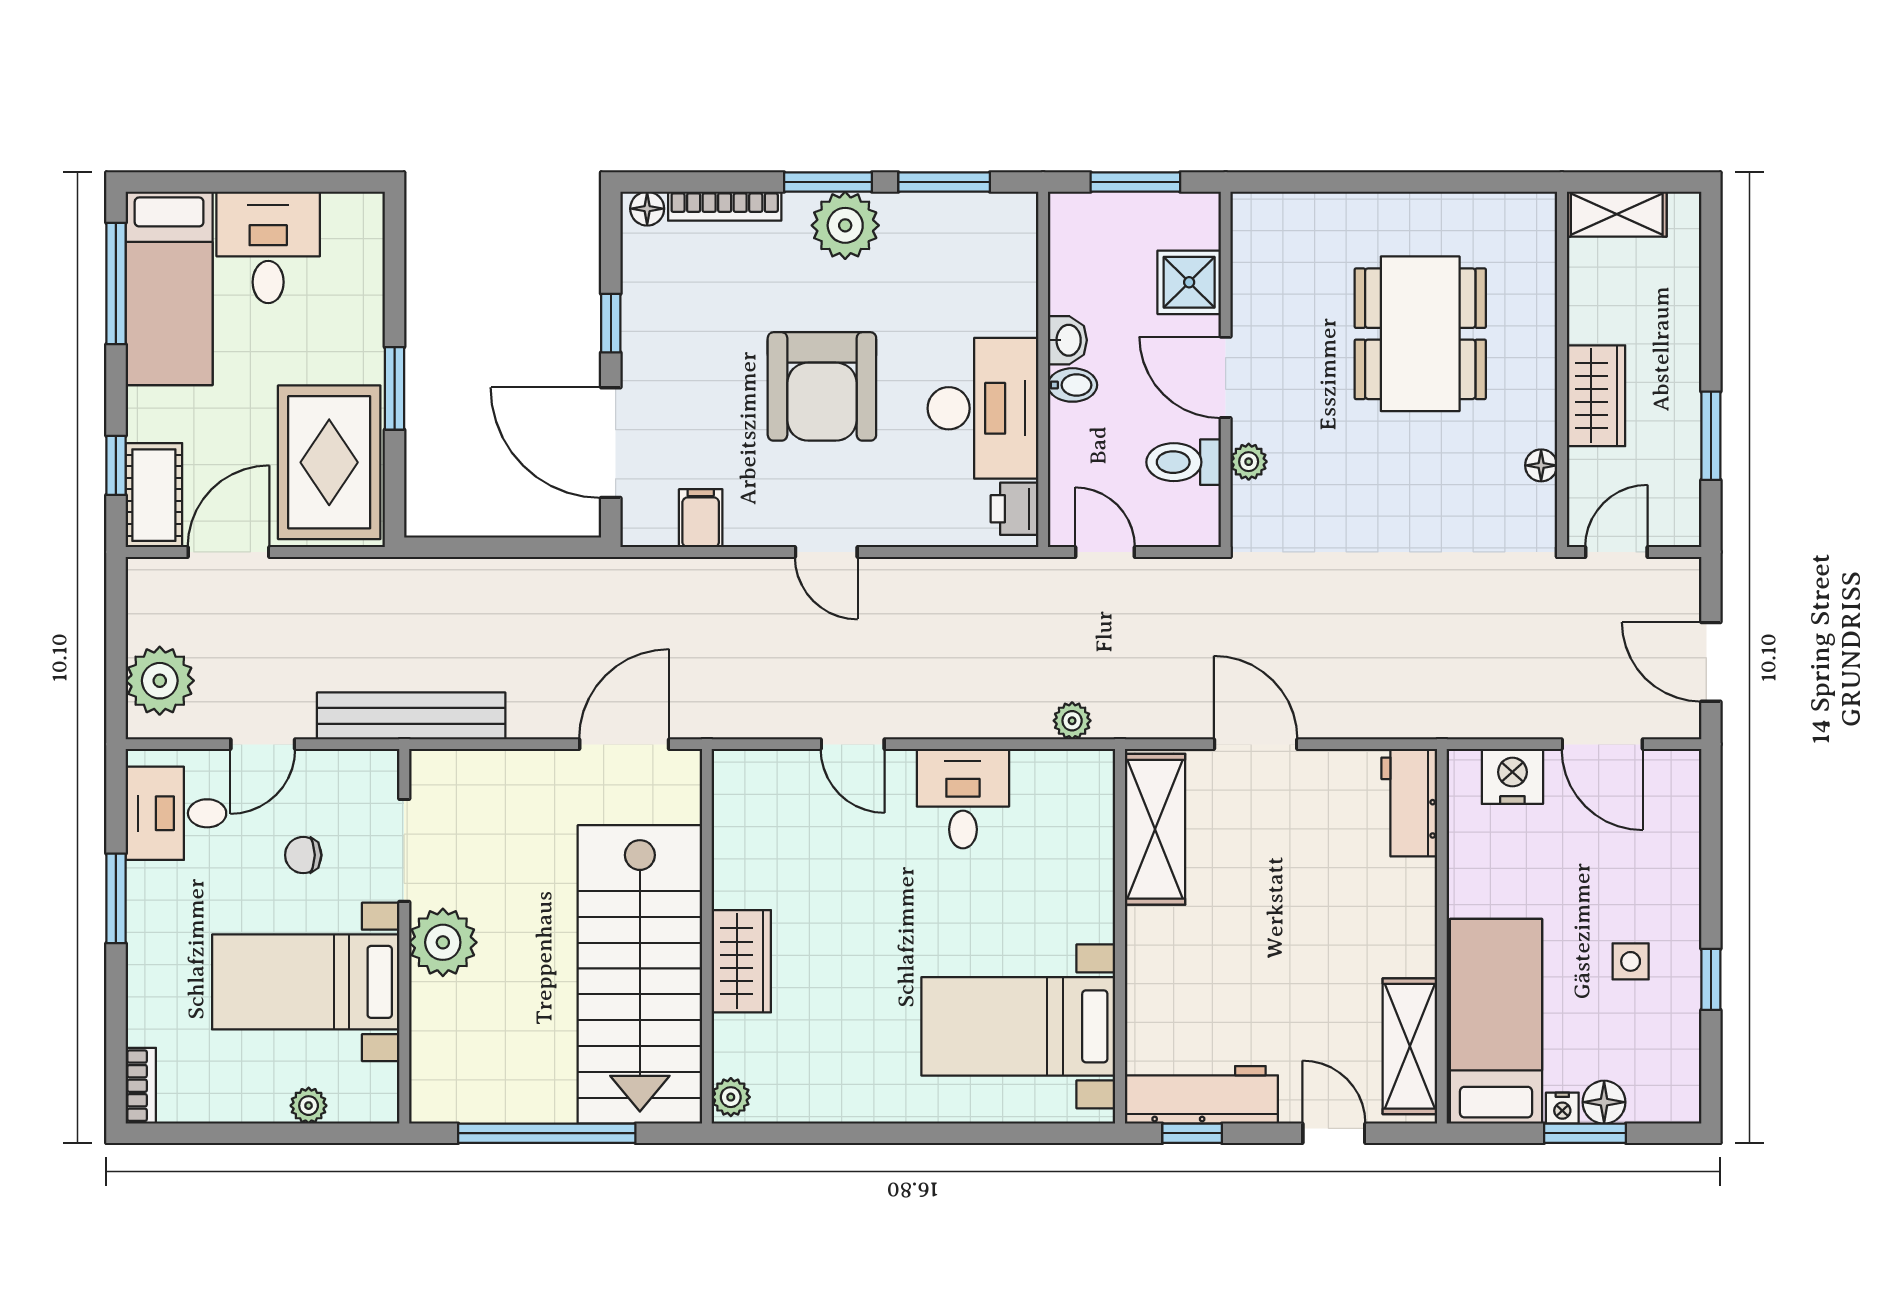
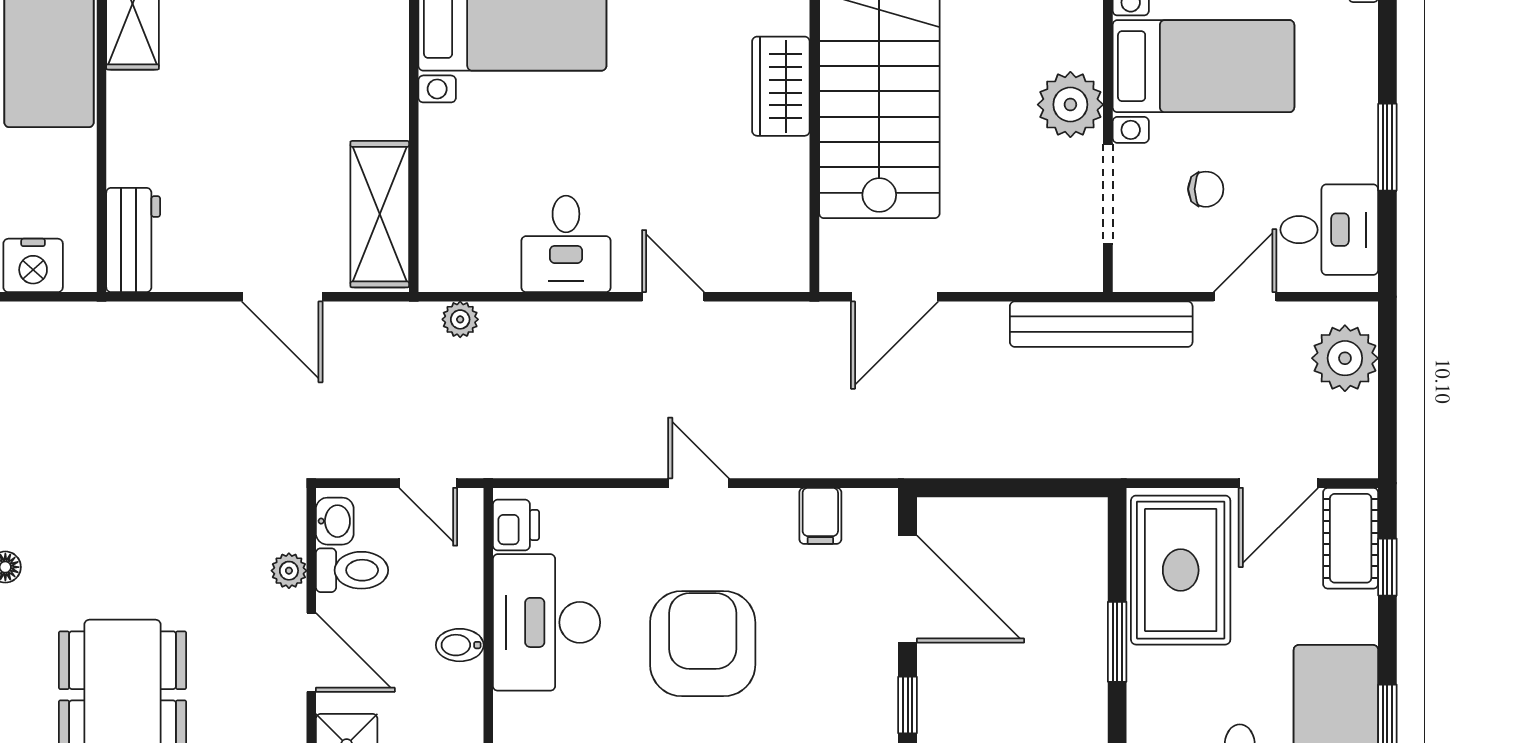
washbasin: (1067, 340) -> (335, 521), moved, turned 180

